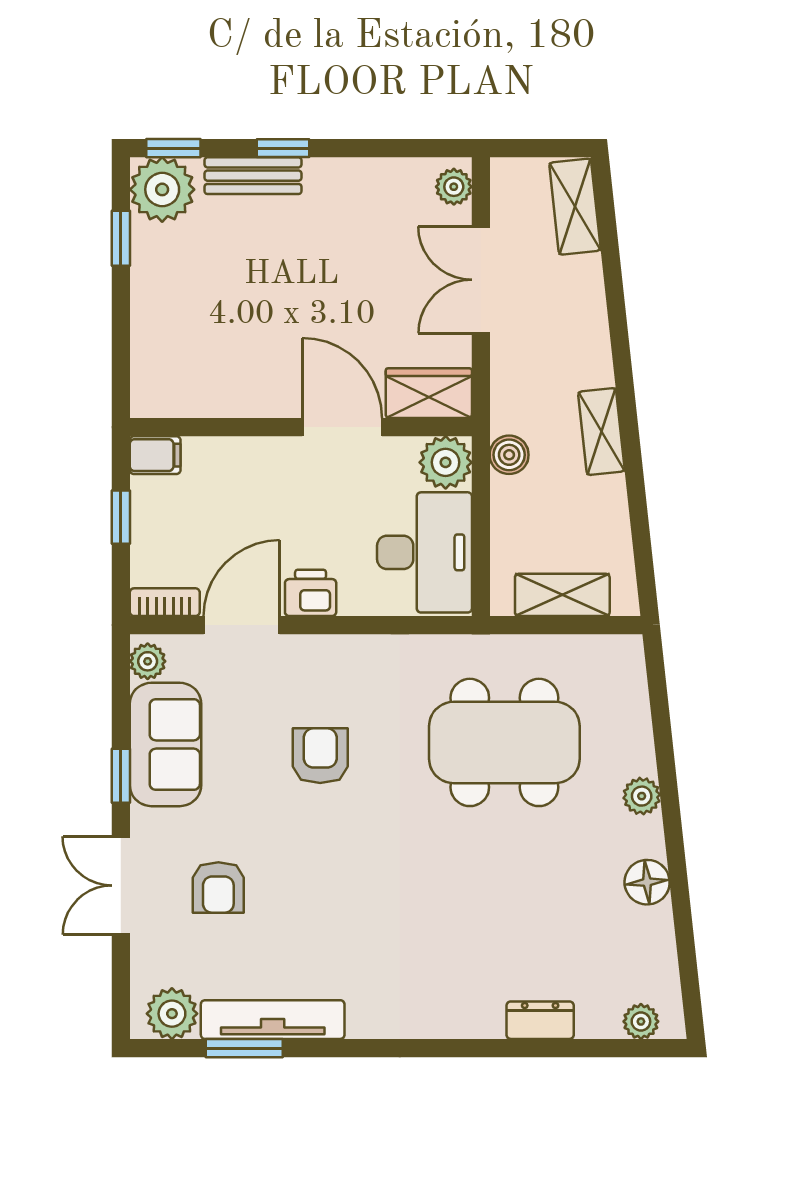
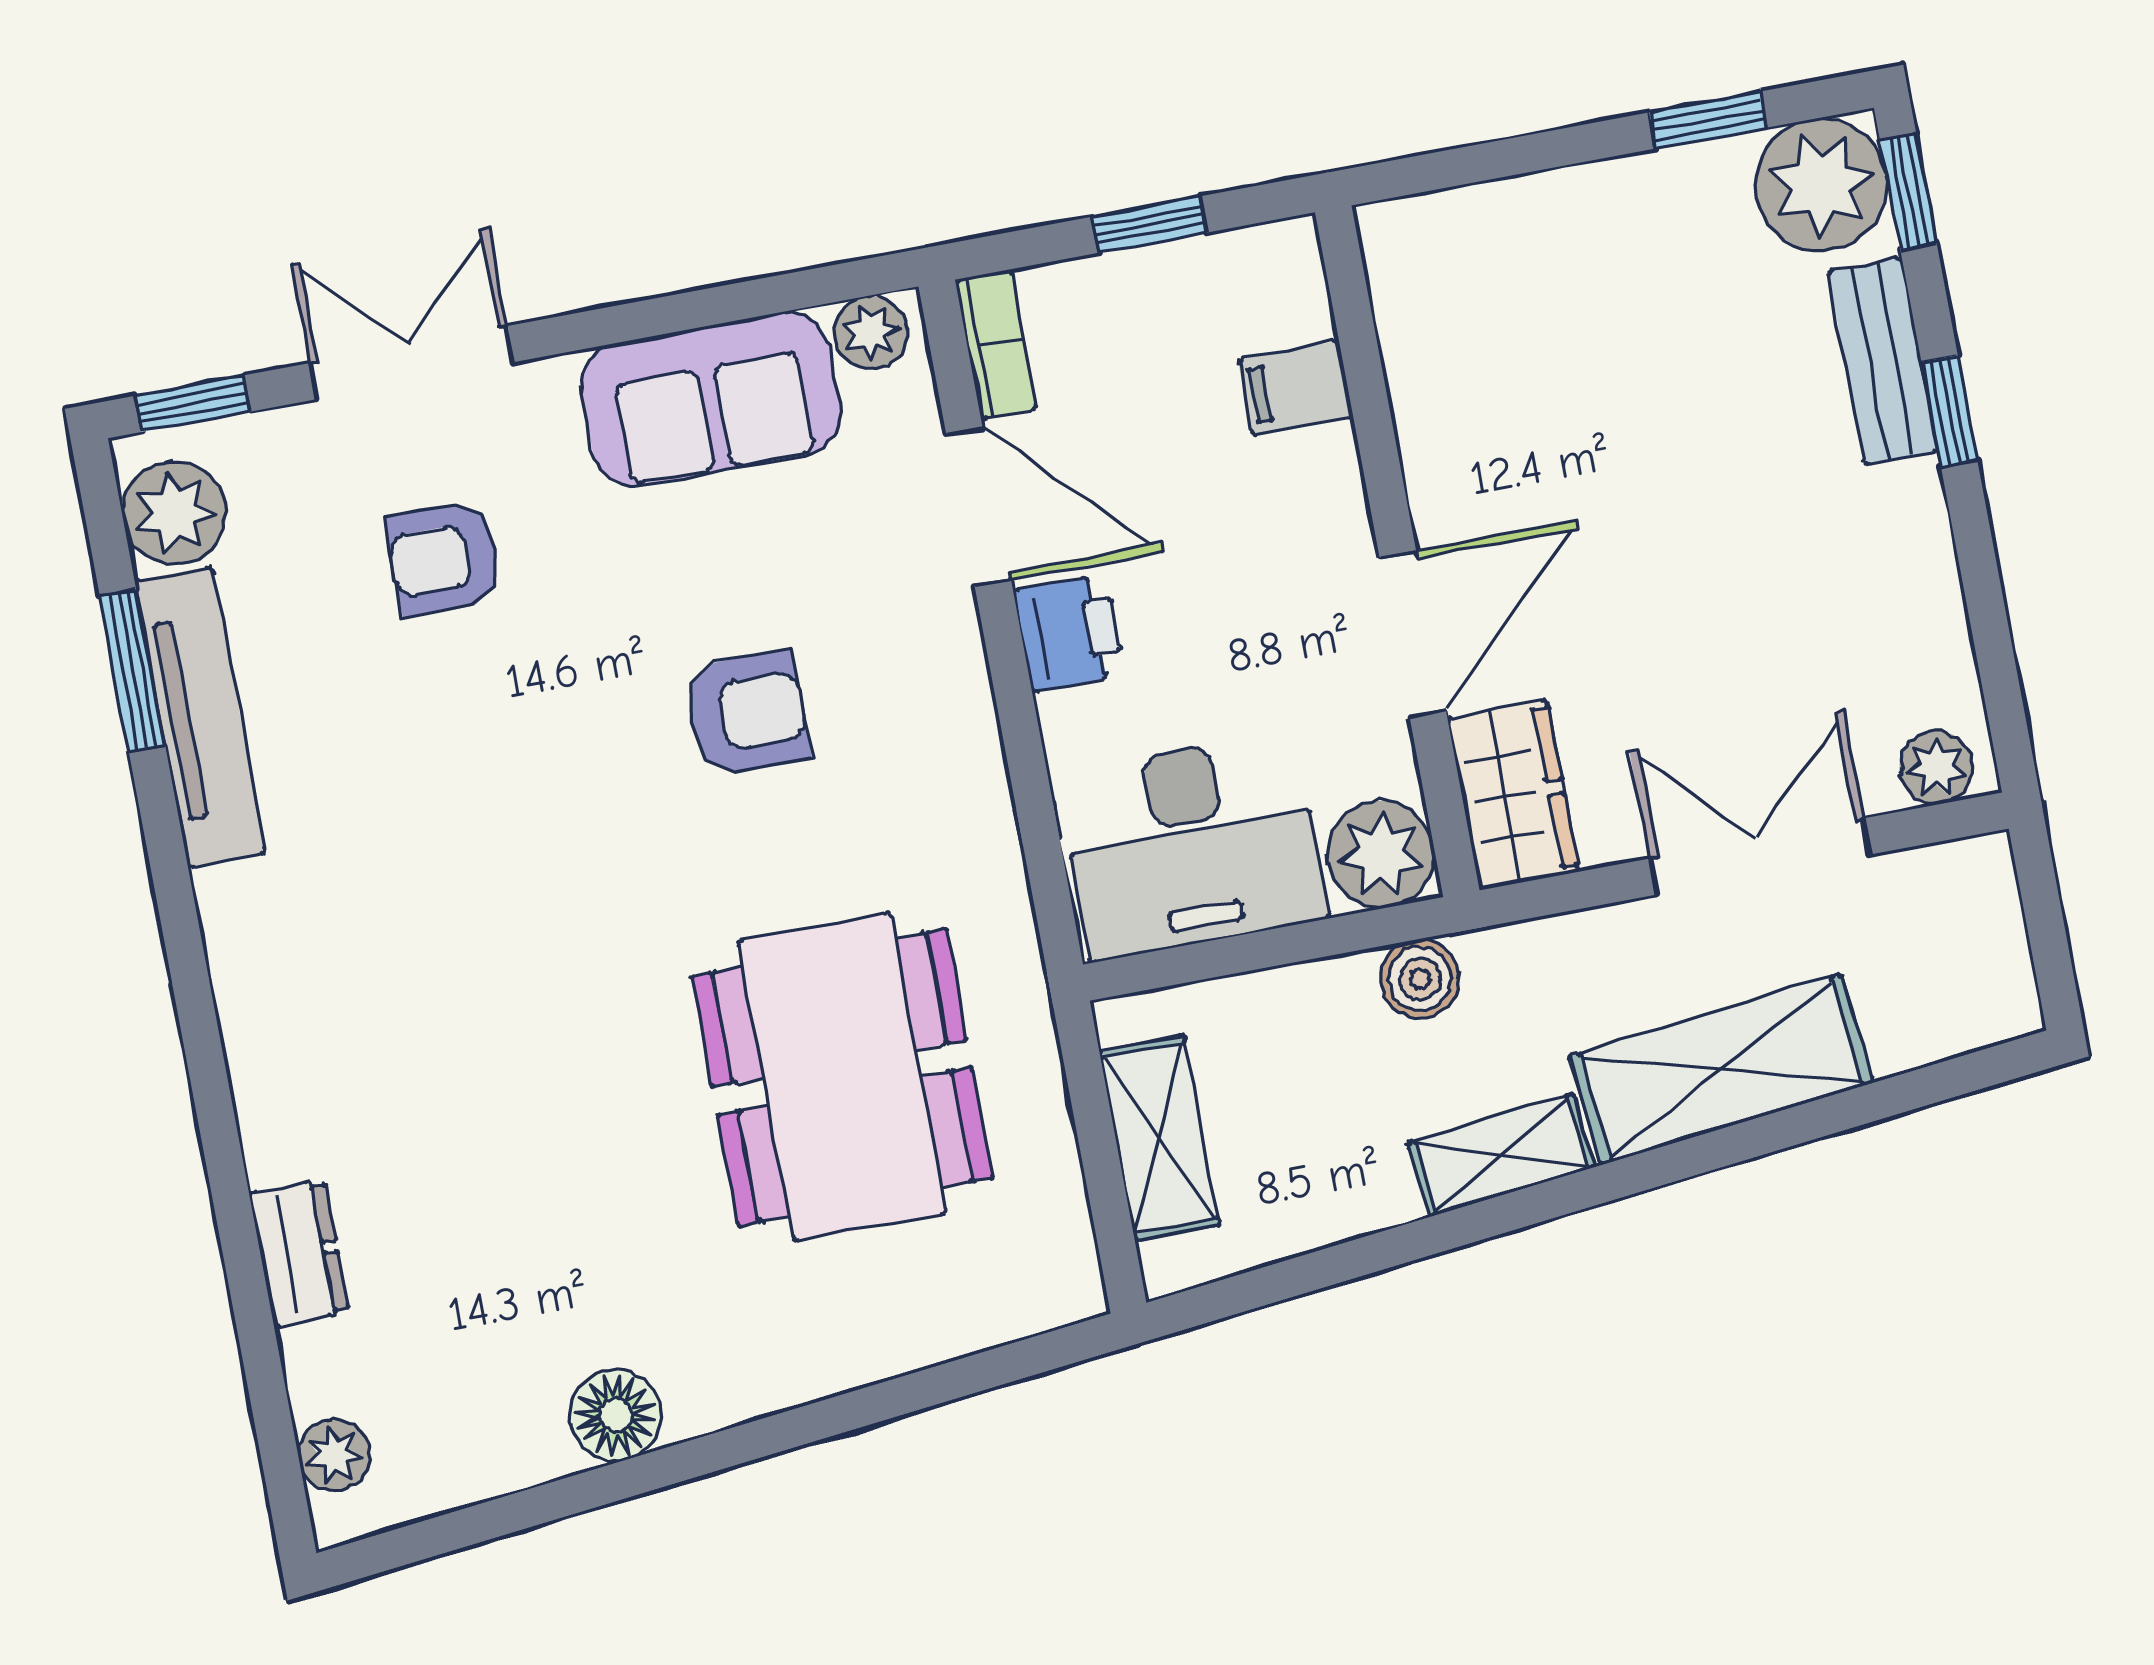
shelving: (575, 207) -> (1721, 1070), moved, width x1.50, depth x1.33
filing cabinet: (155, 455) -> (1296, 388), moved, turned 90
window: (121, 776) -> (193, 404), moved
plant: (642, 796) -> (786, 1372), removed

